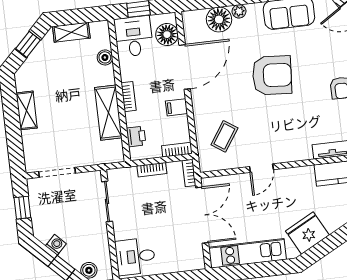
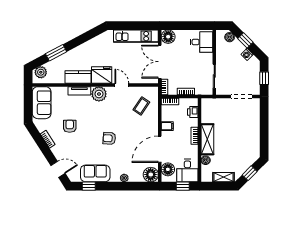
floor lamp: (219, 19) -> (151, 175), moved
armchair: (272, 75) -> (109, 138), width x0.53, depth x0.53
shelving: (27, 110) -> (255, 135), removed
shelving: (108, 113) -> (207, 139), moved
plant: (298, 148) -> (99, 94), added
door: (261, 168) -> (122, 85), hinge flipped
fridge: (307, 233) -> (102, 75), moved, turned -152
floor lamp: (193, 259) -> (168, 37), added

